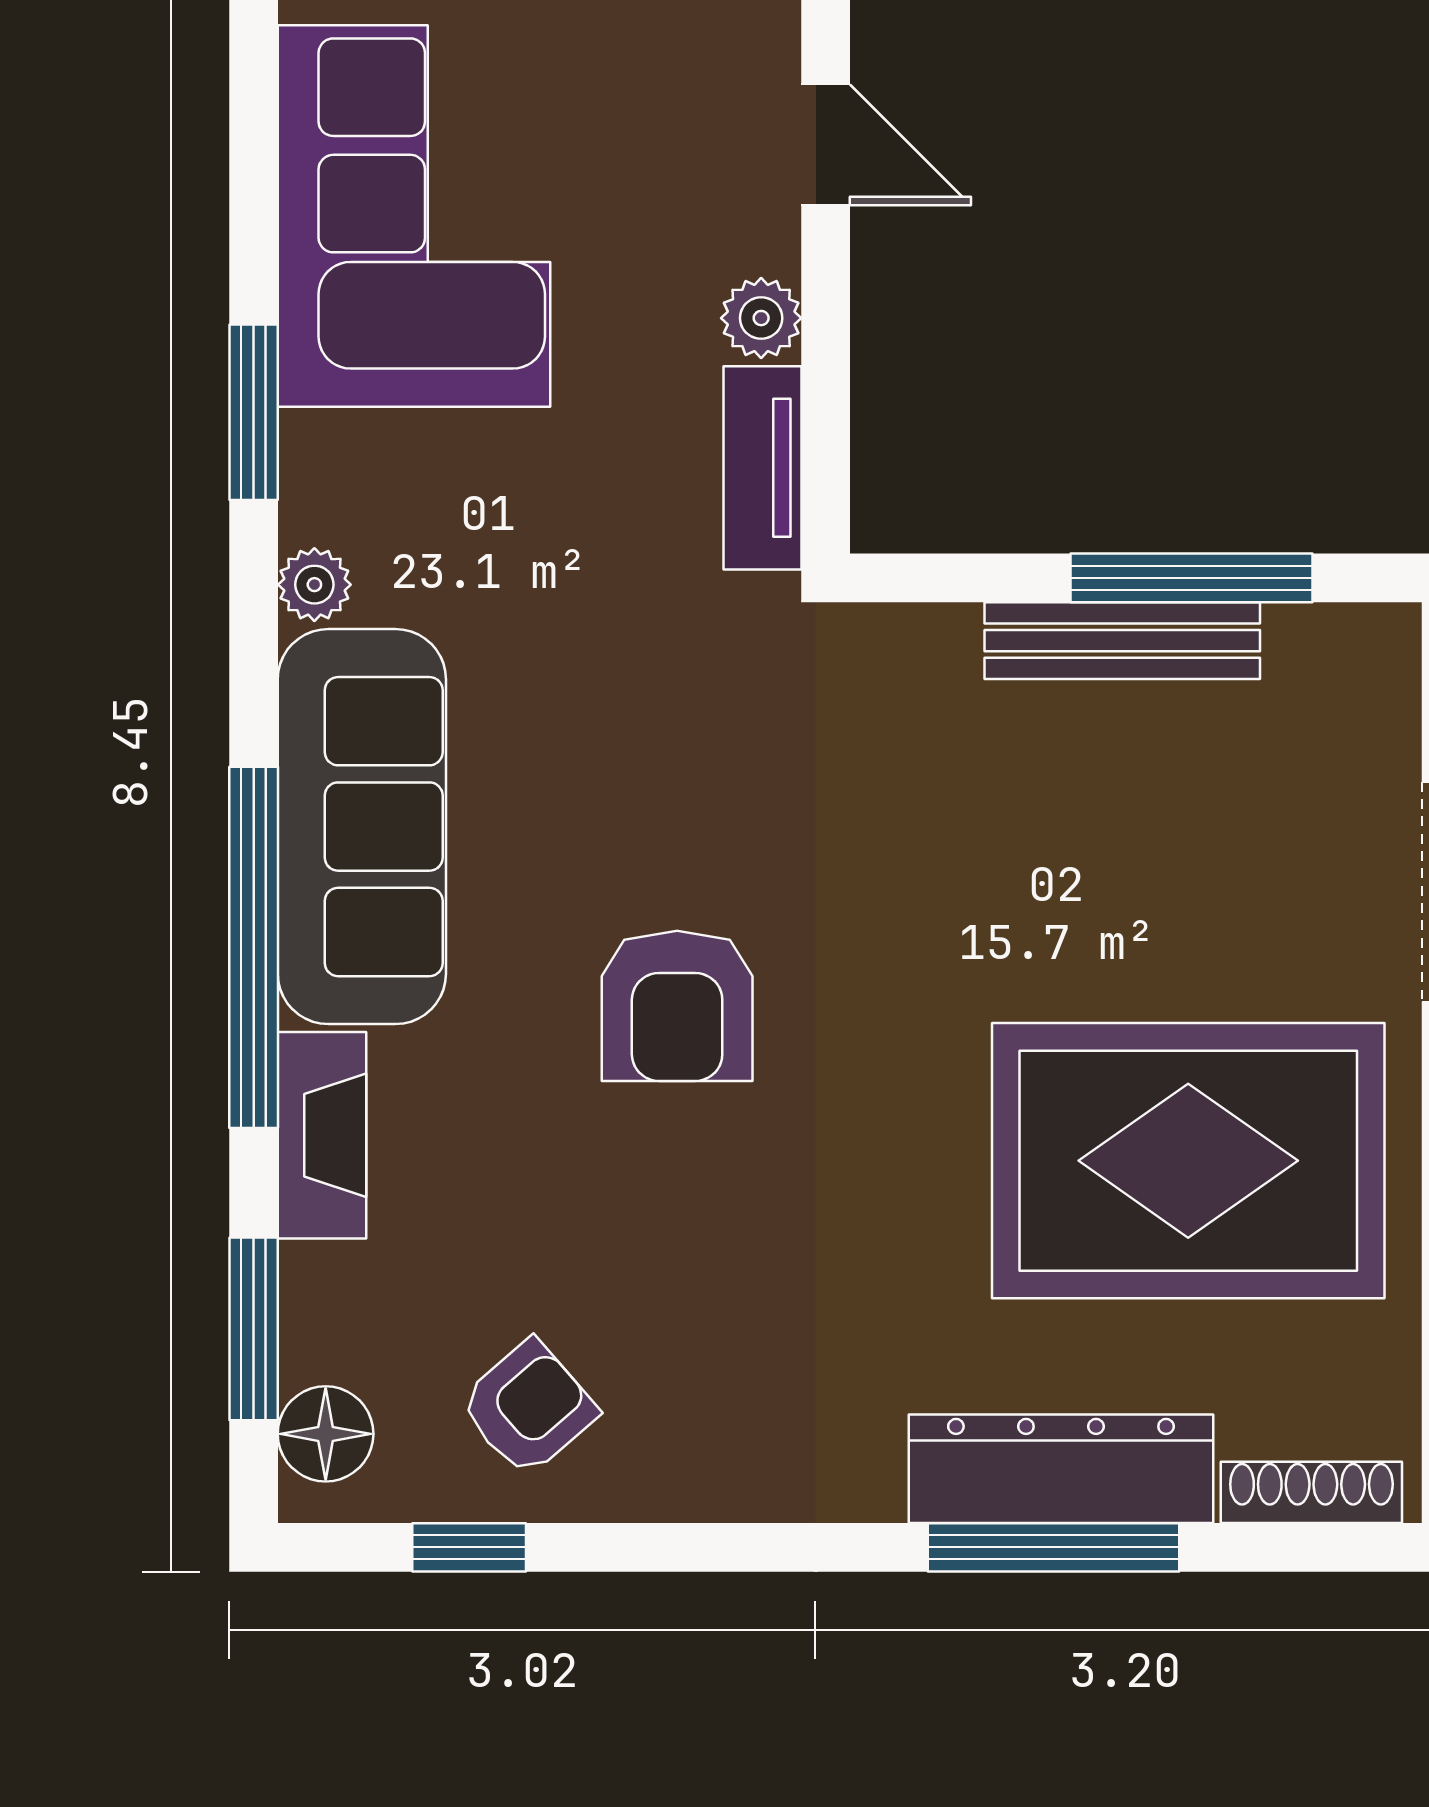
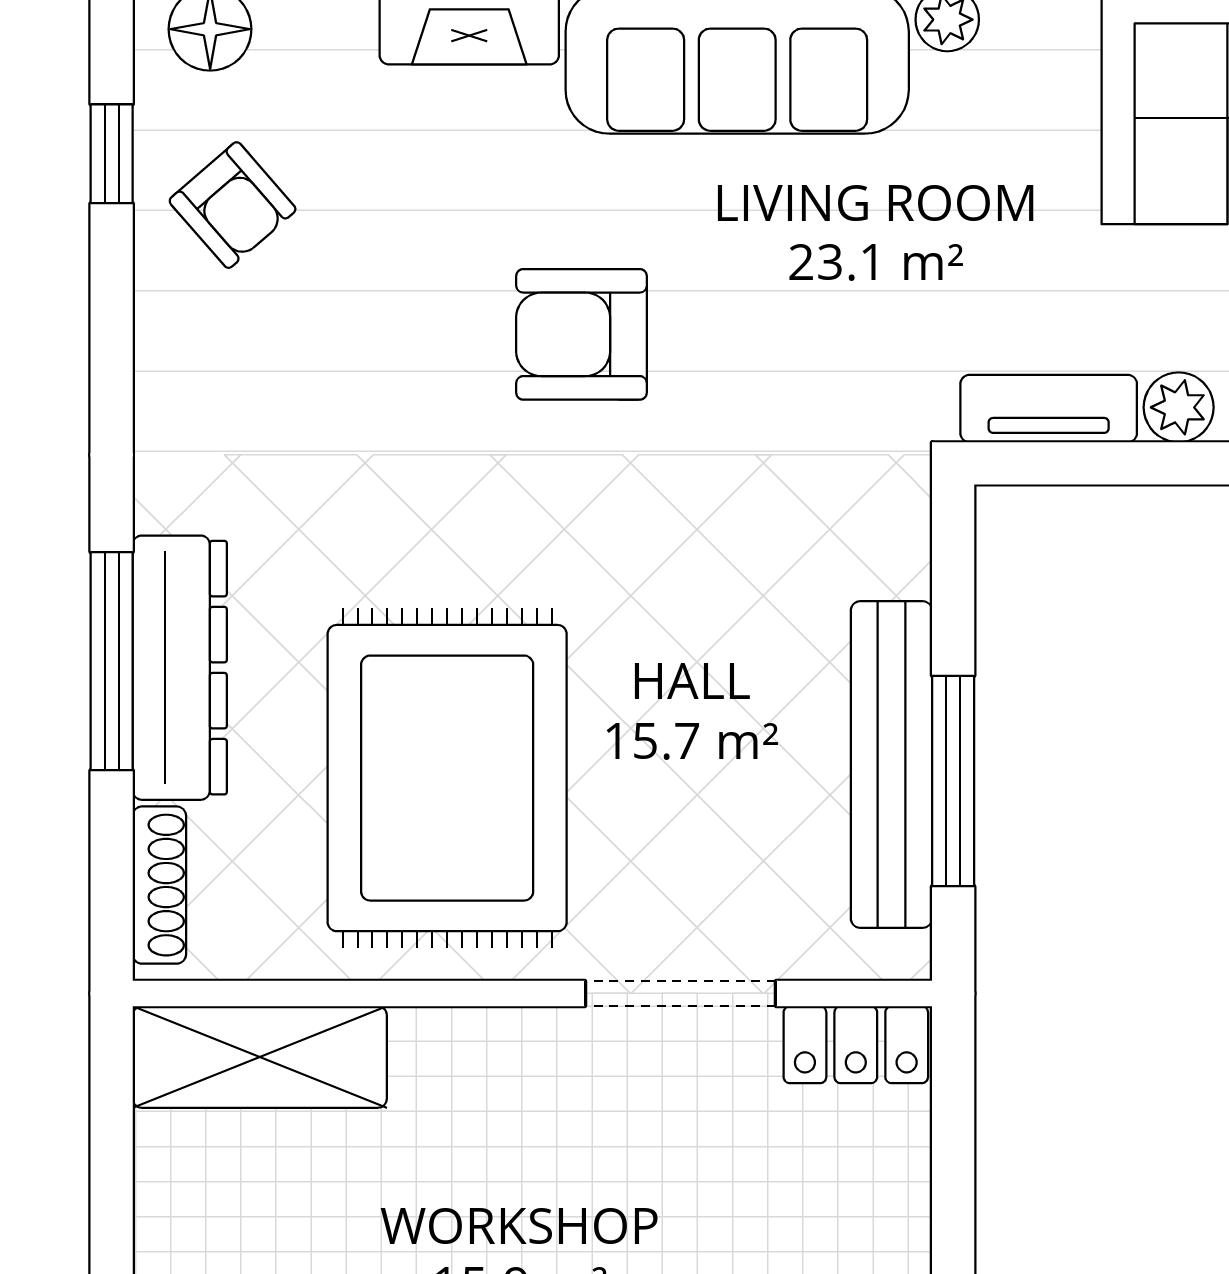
bench: (1122, 641) -> (891, 765), width x1.37, depth x1.21

